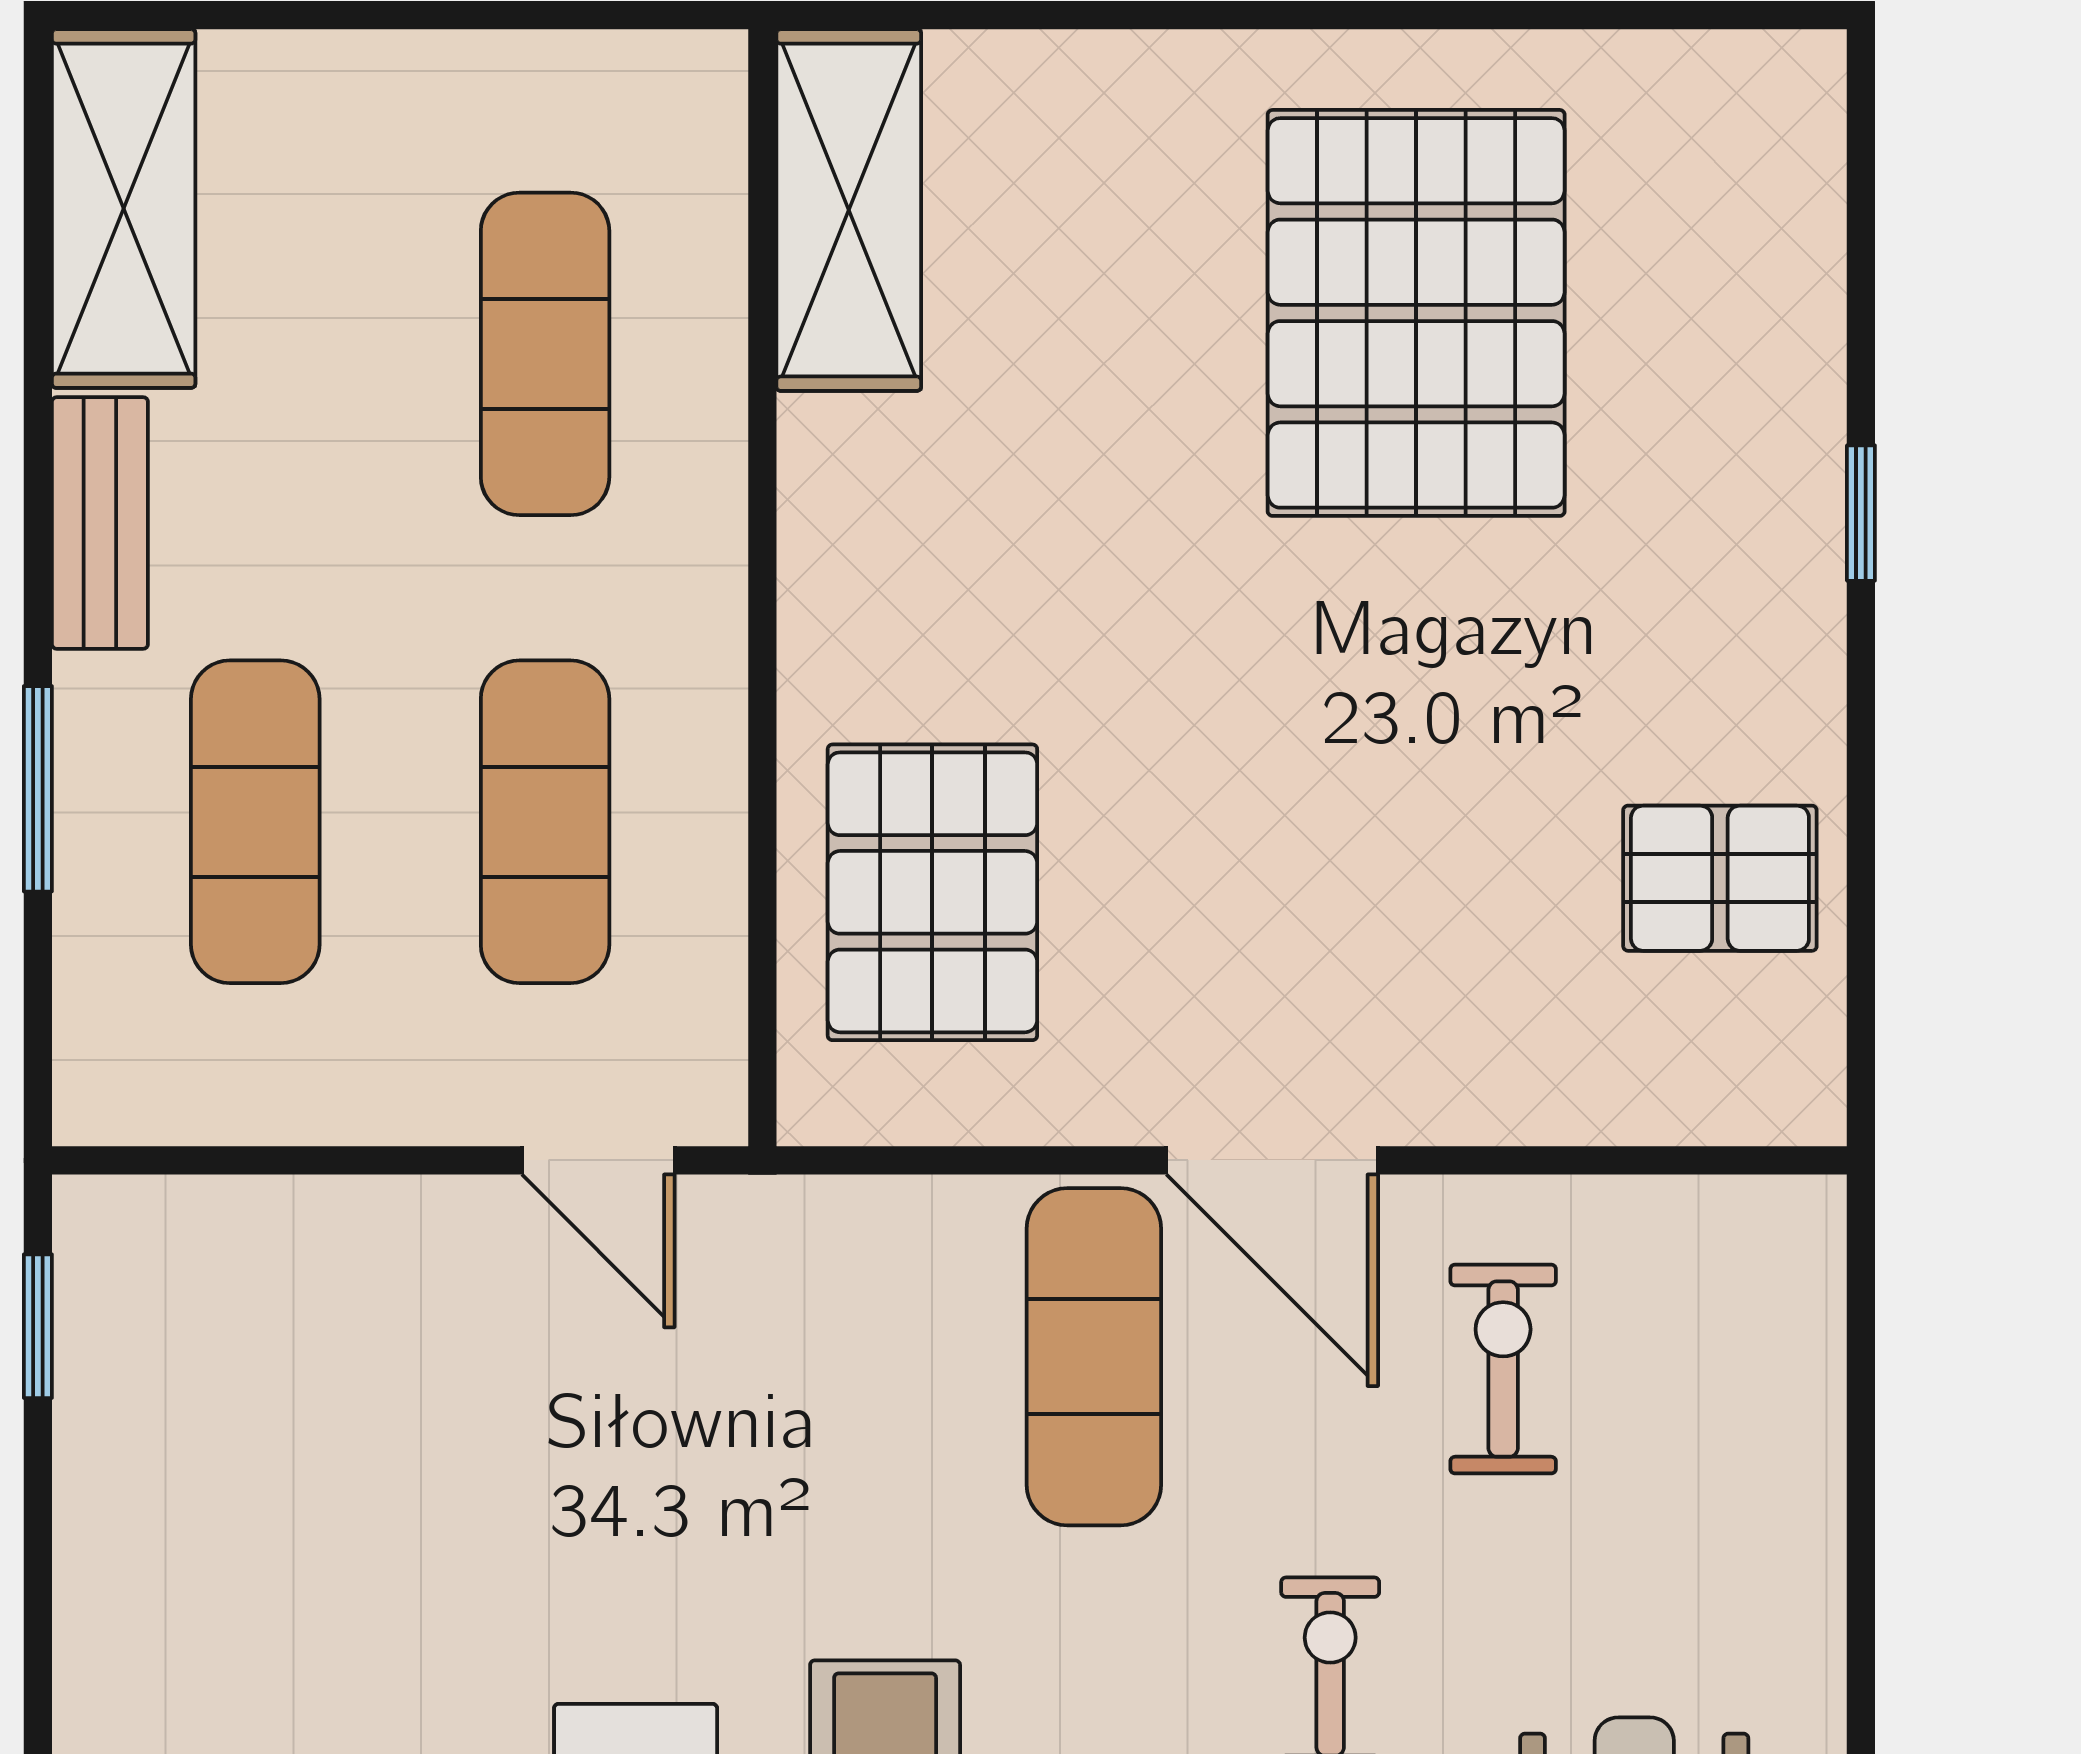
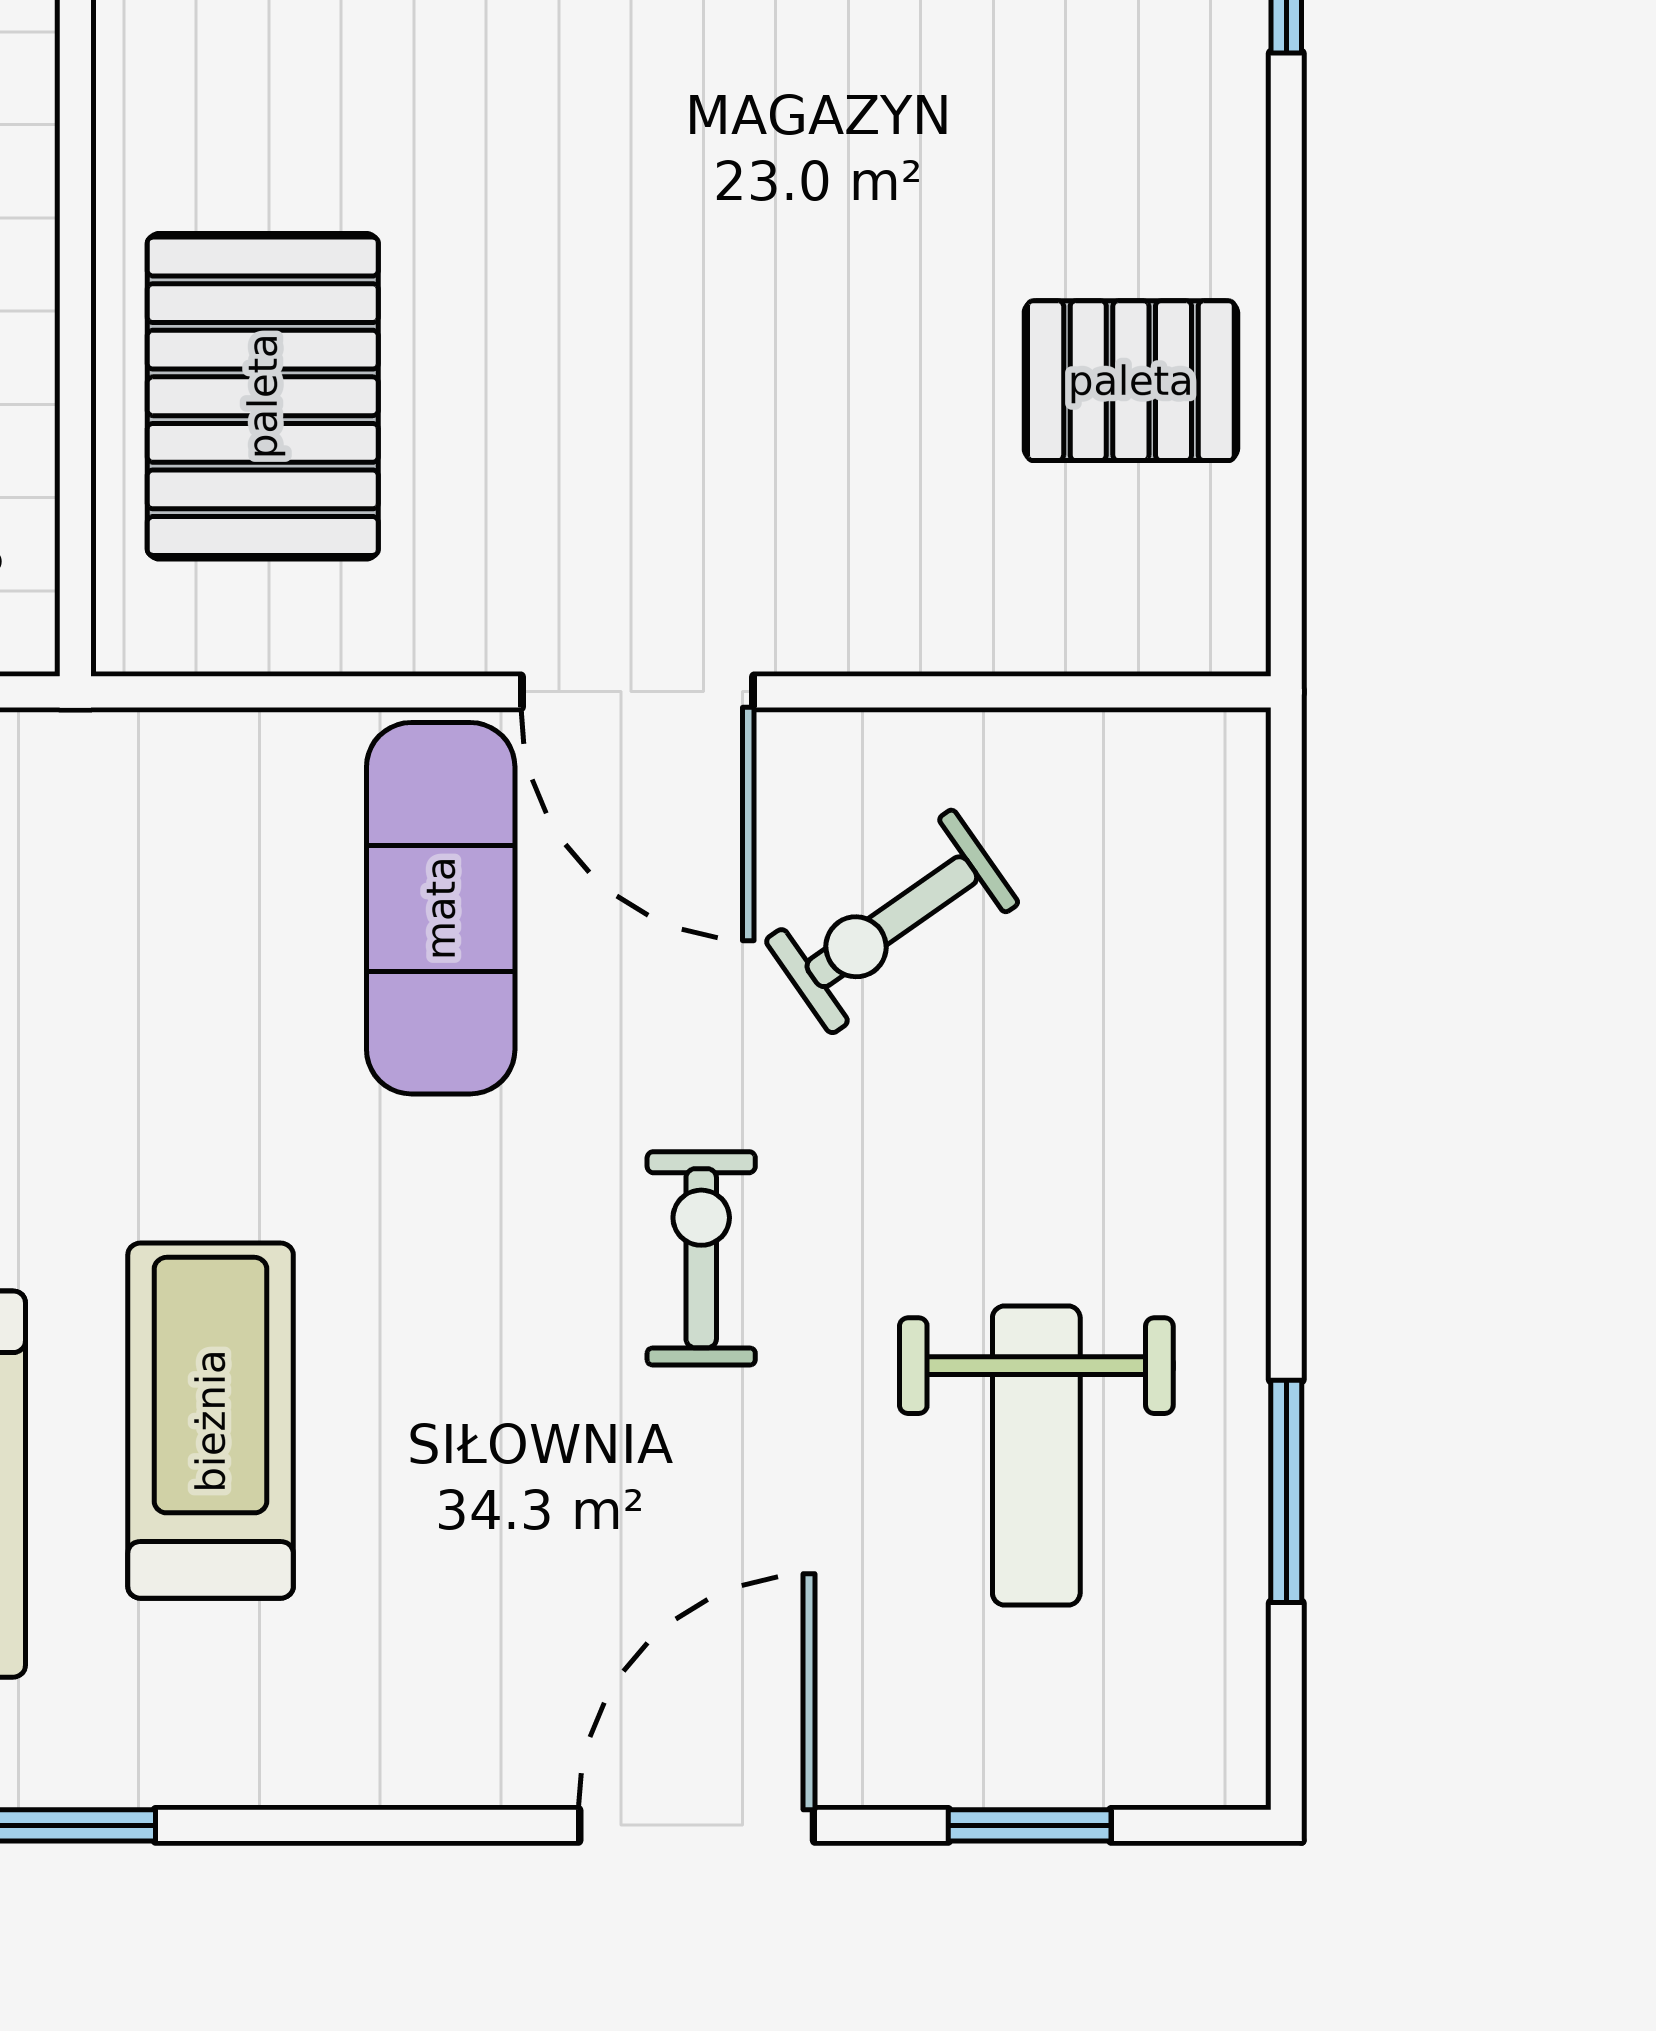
exercise bike: (1503, 1369) -> (892, 922), turned -125

